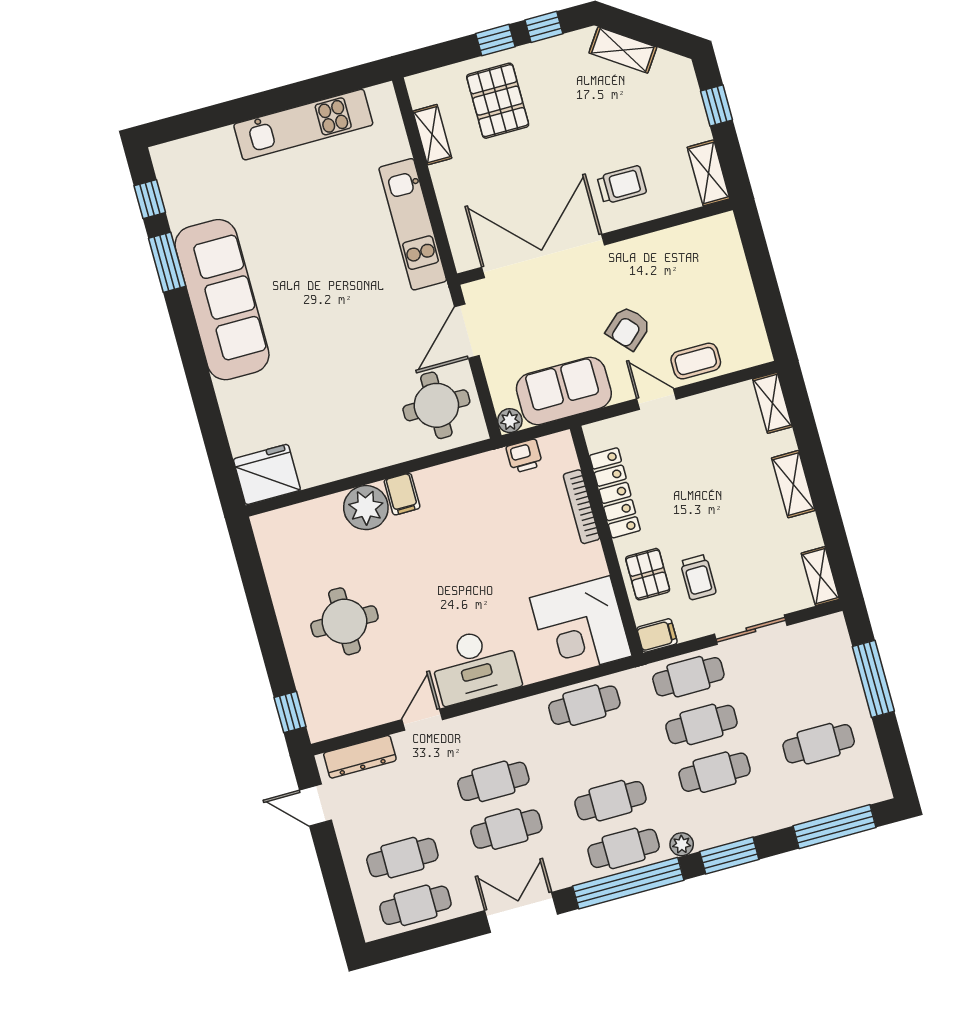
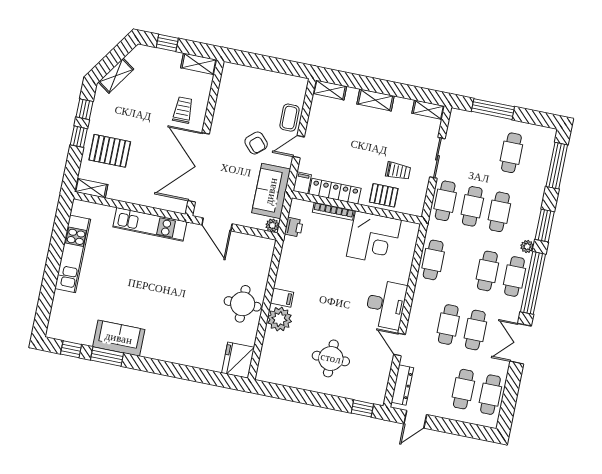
shelving: (432, 135) -> (91, 188), moved
sofa: (222, 300) -> (119, 338), width x0.54, depth x0.79
round table: (436, 405) -> (243, 304), moved
corner desk: (581, 627) -> (374, 238), moved
filing cabinet: (657, 635) -> (302, 183), moved

